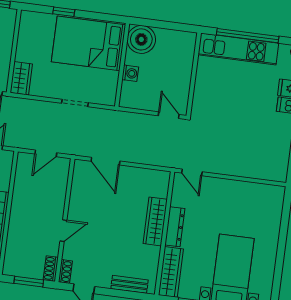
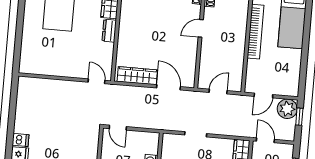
wardrobe: (155, 221) -> (137, 76), moved, turned -90
dresser: (175, 227) -> (109, 31), width x0.70

